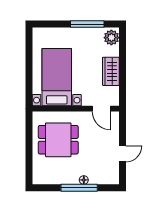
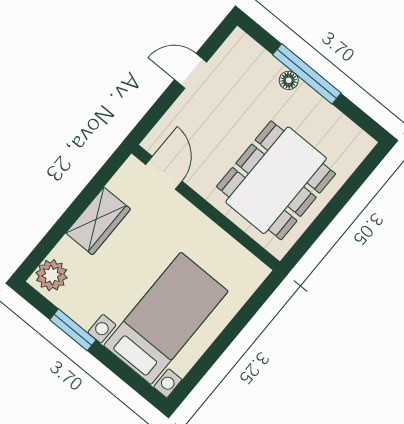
window: (87, 24) -> (73, 330), width x0.69
bed with nightstands: (57, 77) -> (166, 318), moved, turned 180
dining table: (58, 140) -> (276, 180), width x1.38

